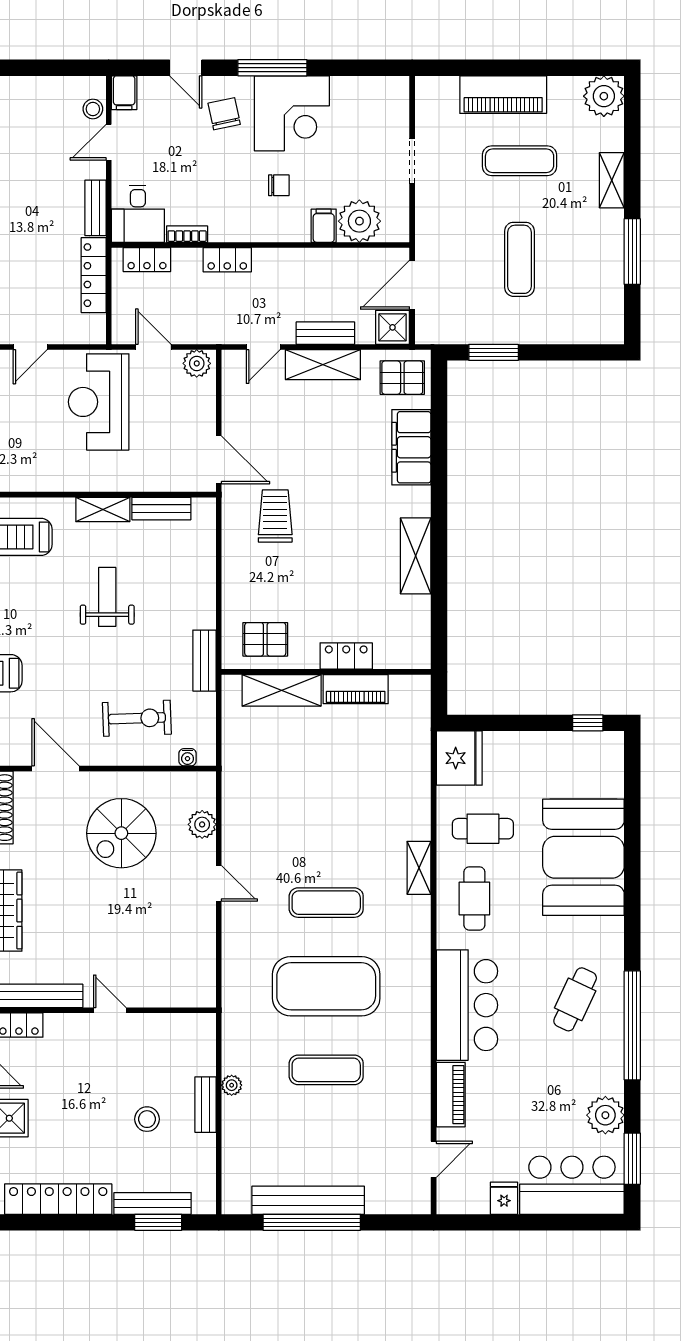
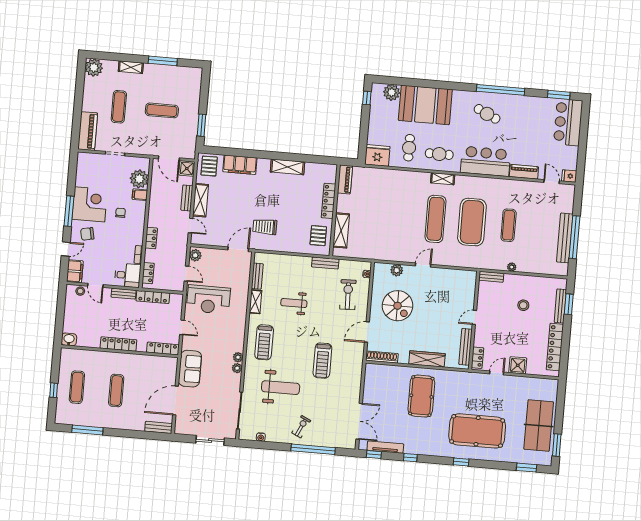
filing cabinet: (124, 93) -> (75, 271), width x2.00
piano: (503, 95) -> (88, 131), moved
door: (153, 347) -> (186, 274), swing flipped
locker: (346, 656) -> (329, 201), width x1.53
piano: (356, 689) -> (345, 179), moved
shelving: (419, 868) -> (443, 179), moved
exercise mat: (326, 903) -> (435, 219), width x1.36, depth x1.45
bench: (205, 1105) -> (491, 277), moved
plant: (605, 1115) -> (392, 92), moved
fridge: (504, 1198) -> (569, 176), moved

